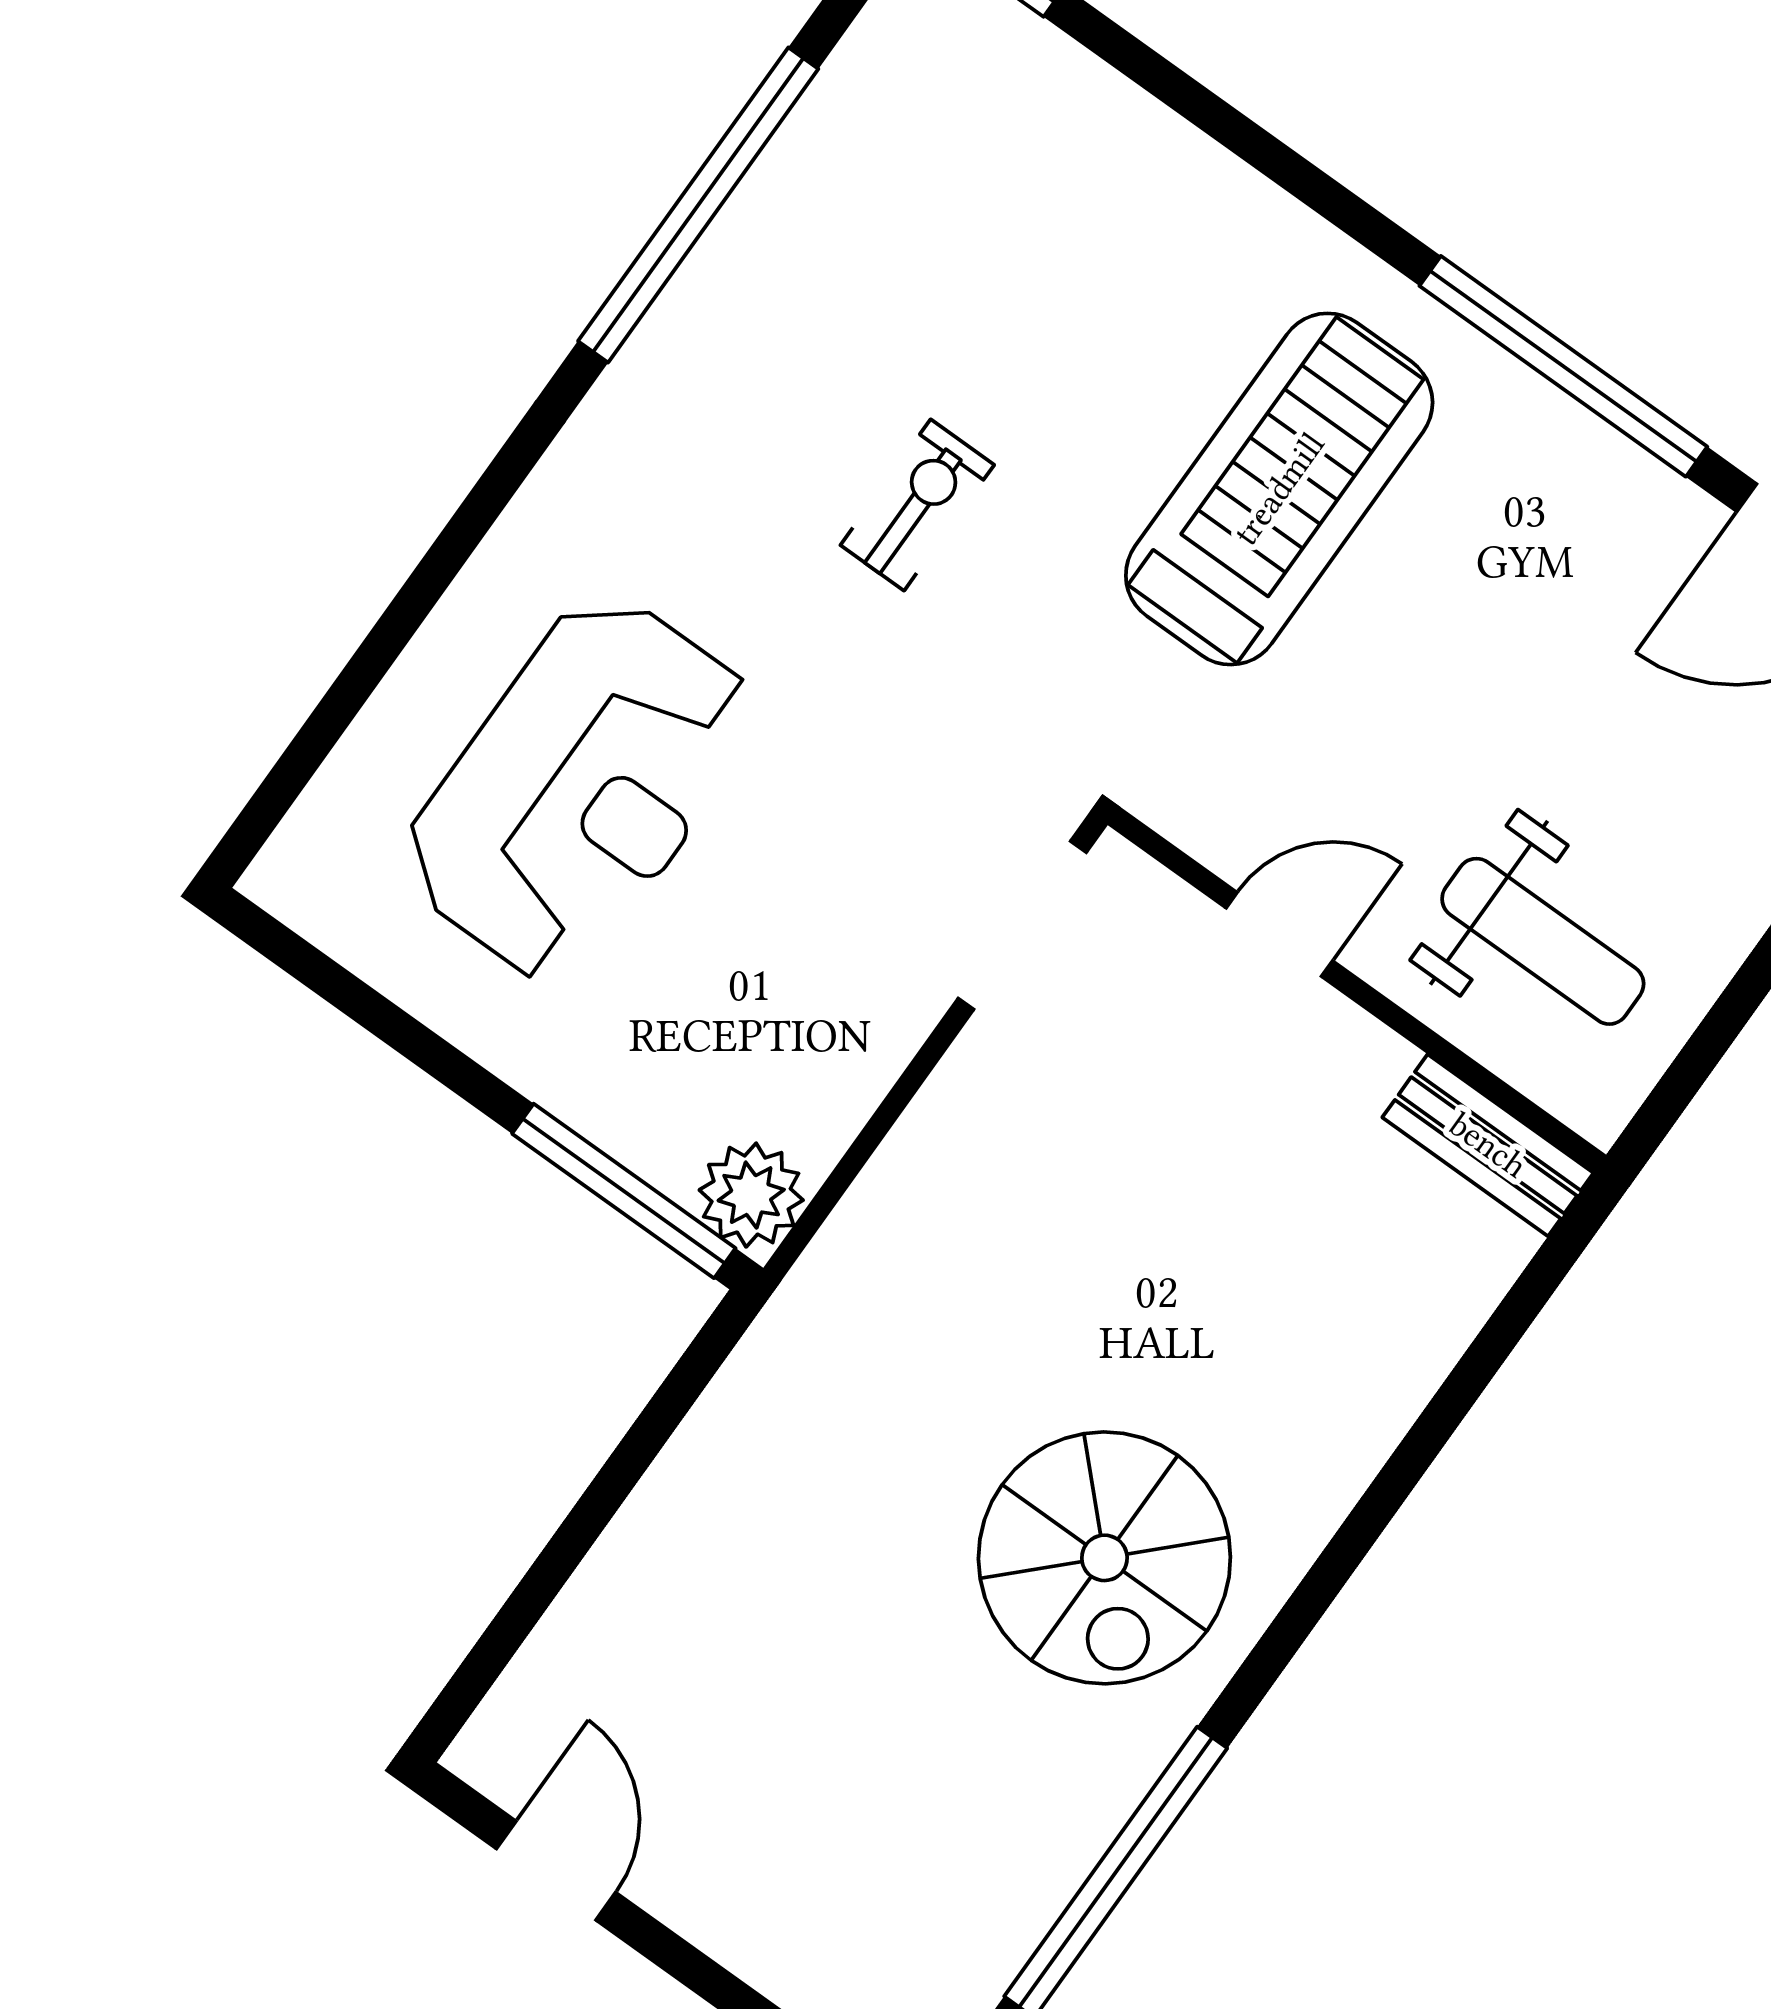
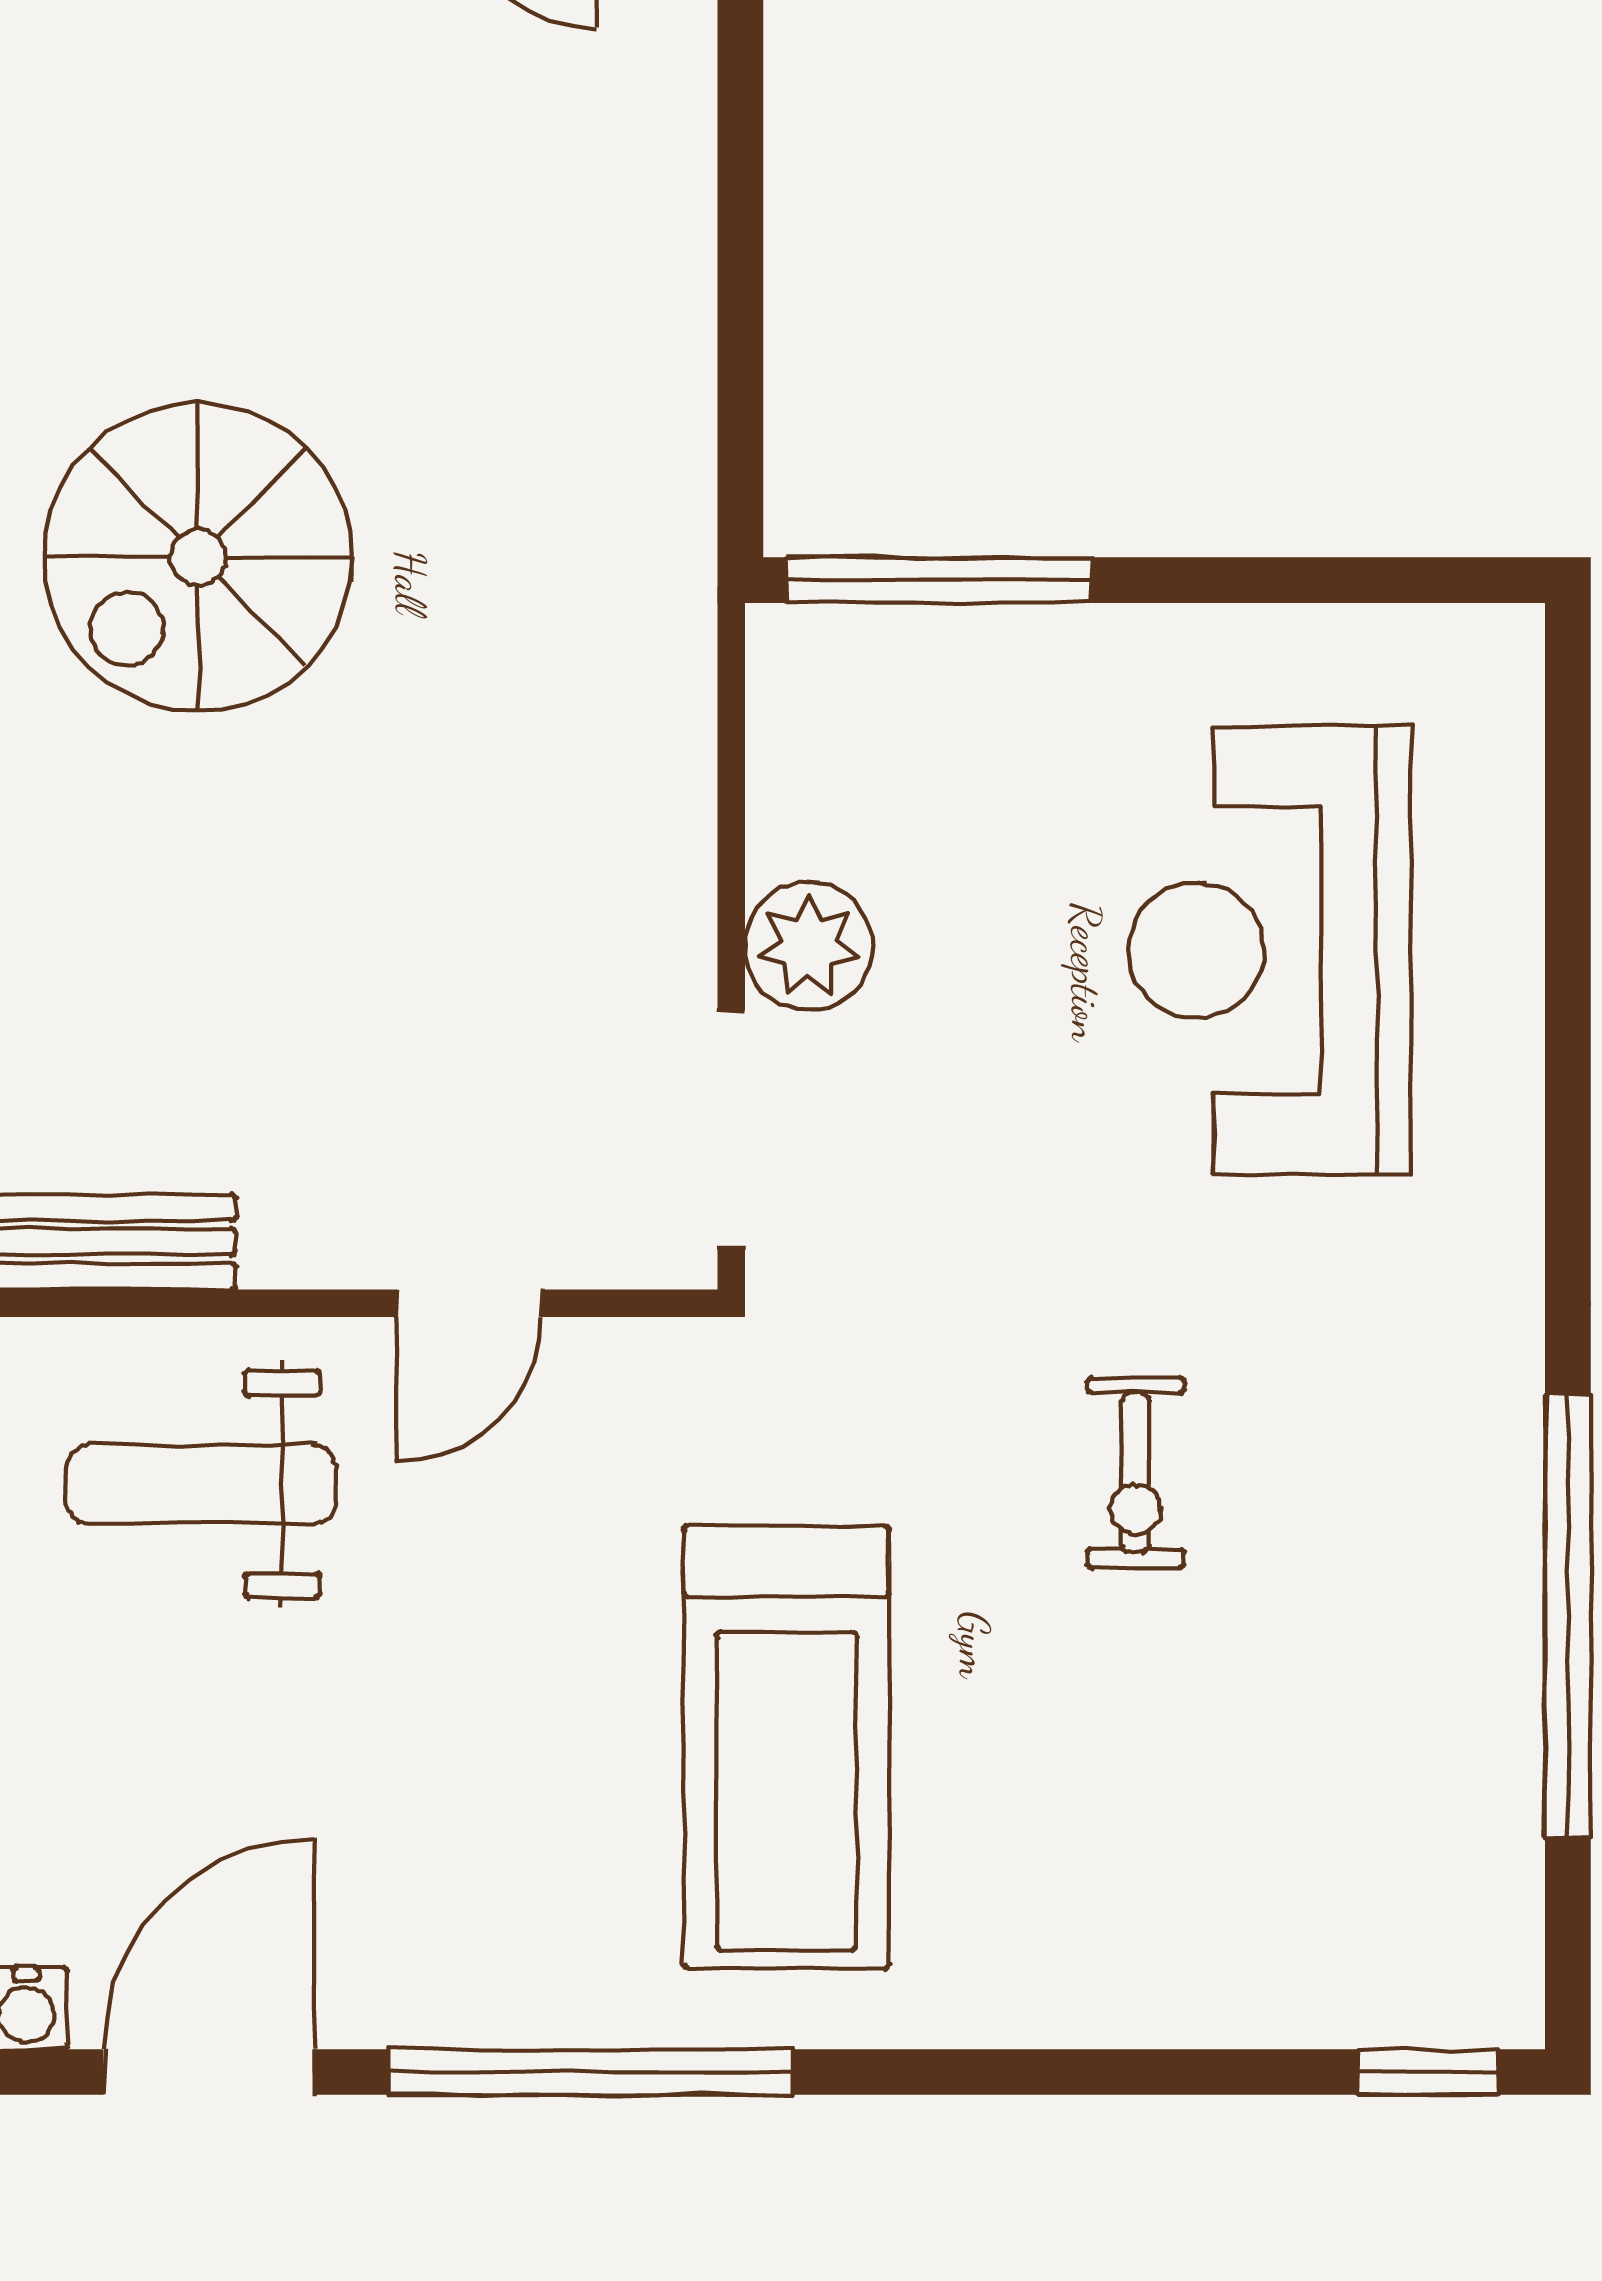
plant: (751, 1195) -> (809, 946), moved
spiral stairs: (1104, 1558) -> (198, 557), turned -90

